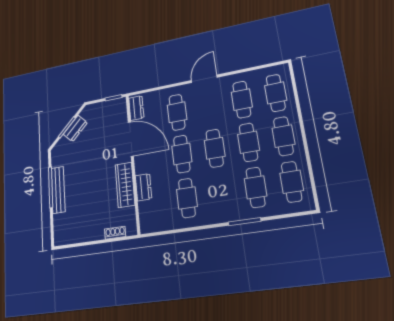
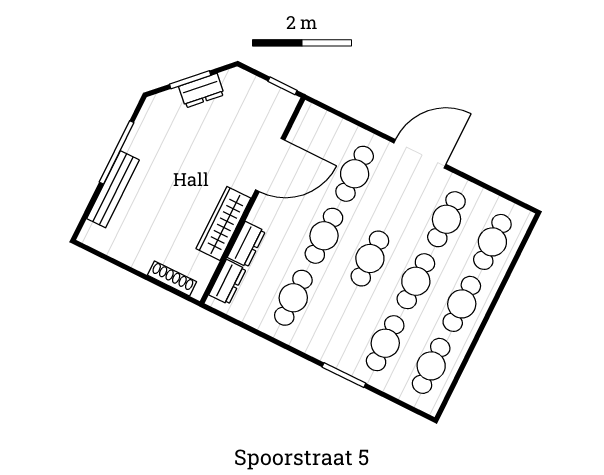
door: (204, 79) -> (420, 154), width x1.36
dresser: (136, 108) -> (228, 282), moved
door: (131, 139) -> (270, 165), hinge flipped
bench: (58, 190) -> (113, 189), moved
shoe rack: (115, 233) -> (172, 278), width x1.43

